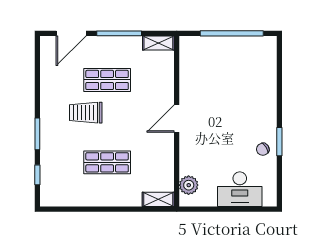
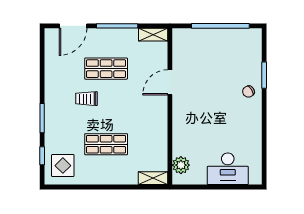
trolley: (86, 113) -> (86, 99), width x0.73, depth x0.72
door: (177, 119) -> (170, 82), moved
window: (279, 142) -> (264, 75), moved
chair: (263, 149) -> (248, 92), moved
display table: (60, 186) -> (63, 166), added

